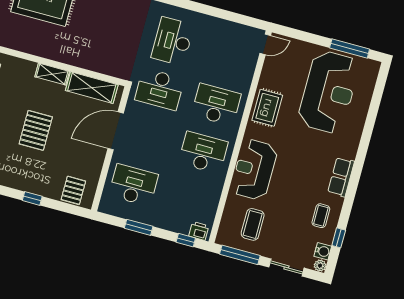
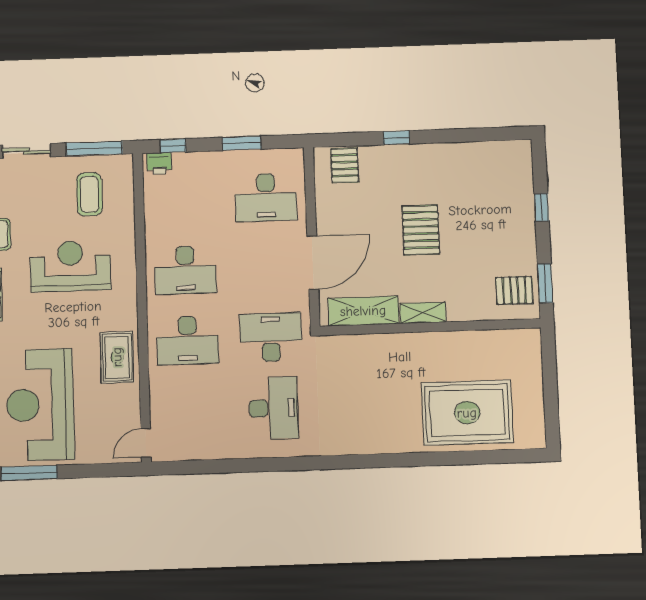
reception desk: (254, 170) -> (70, 266), moved, turned -90

